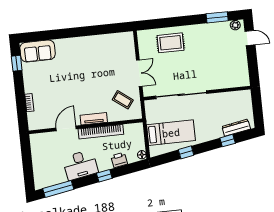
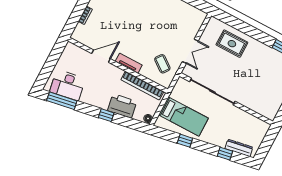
bookcase: (101, 132) -> (142, 86), moved
printer: (119, 160) -> (122, 106), width x1.87, depth x1.48
desk: (80, 165) -> (68, 85), moved

